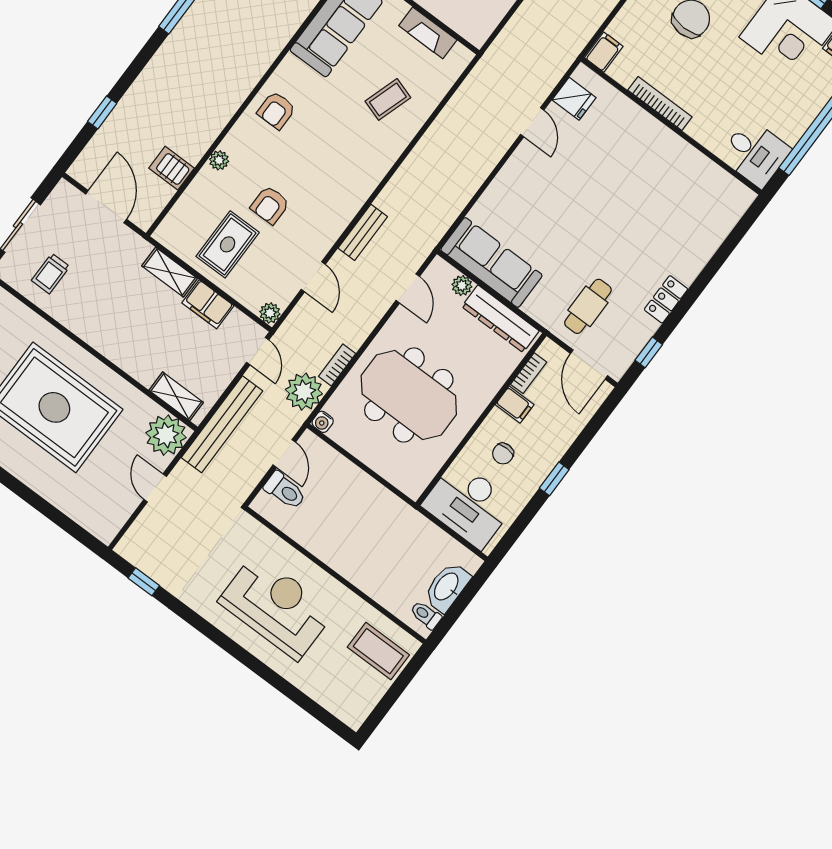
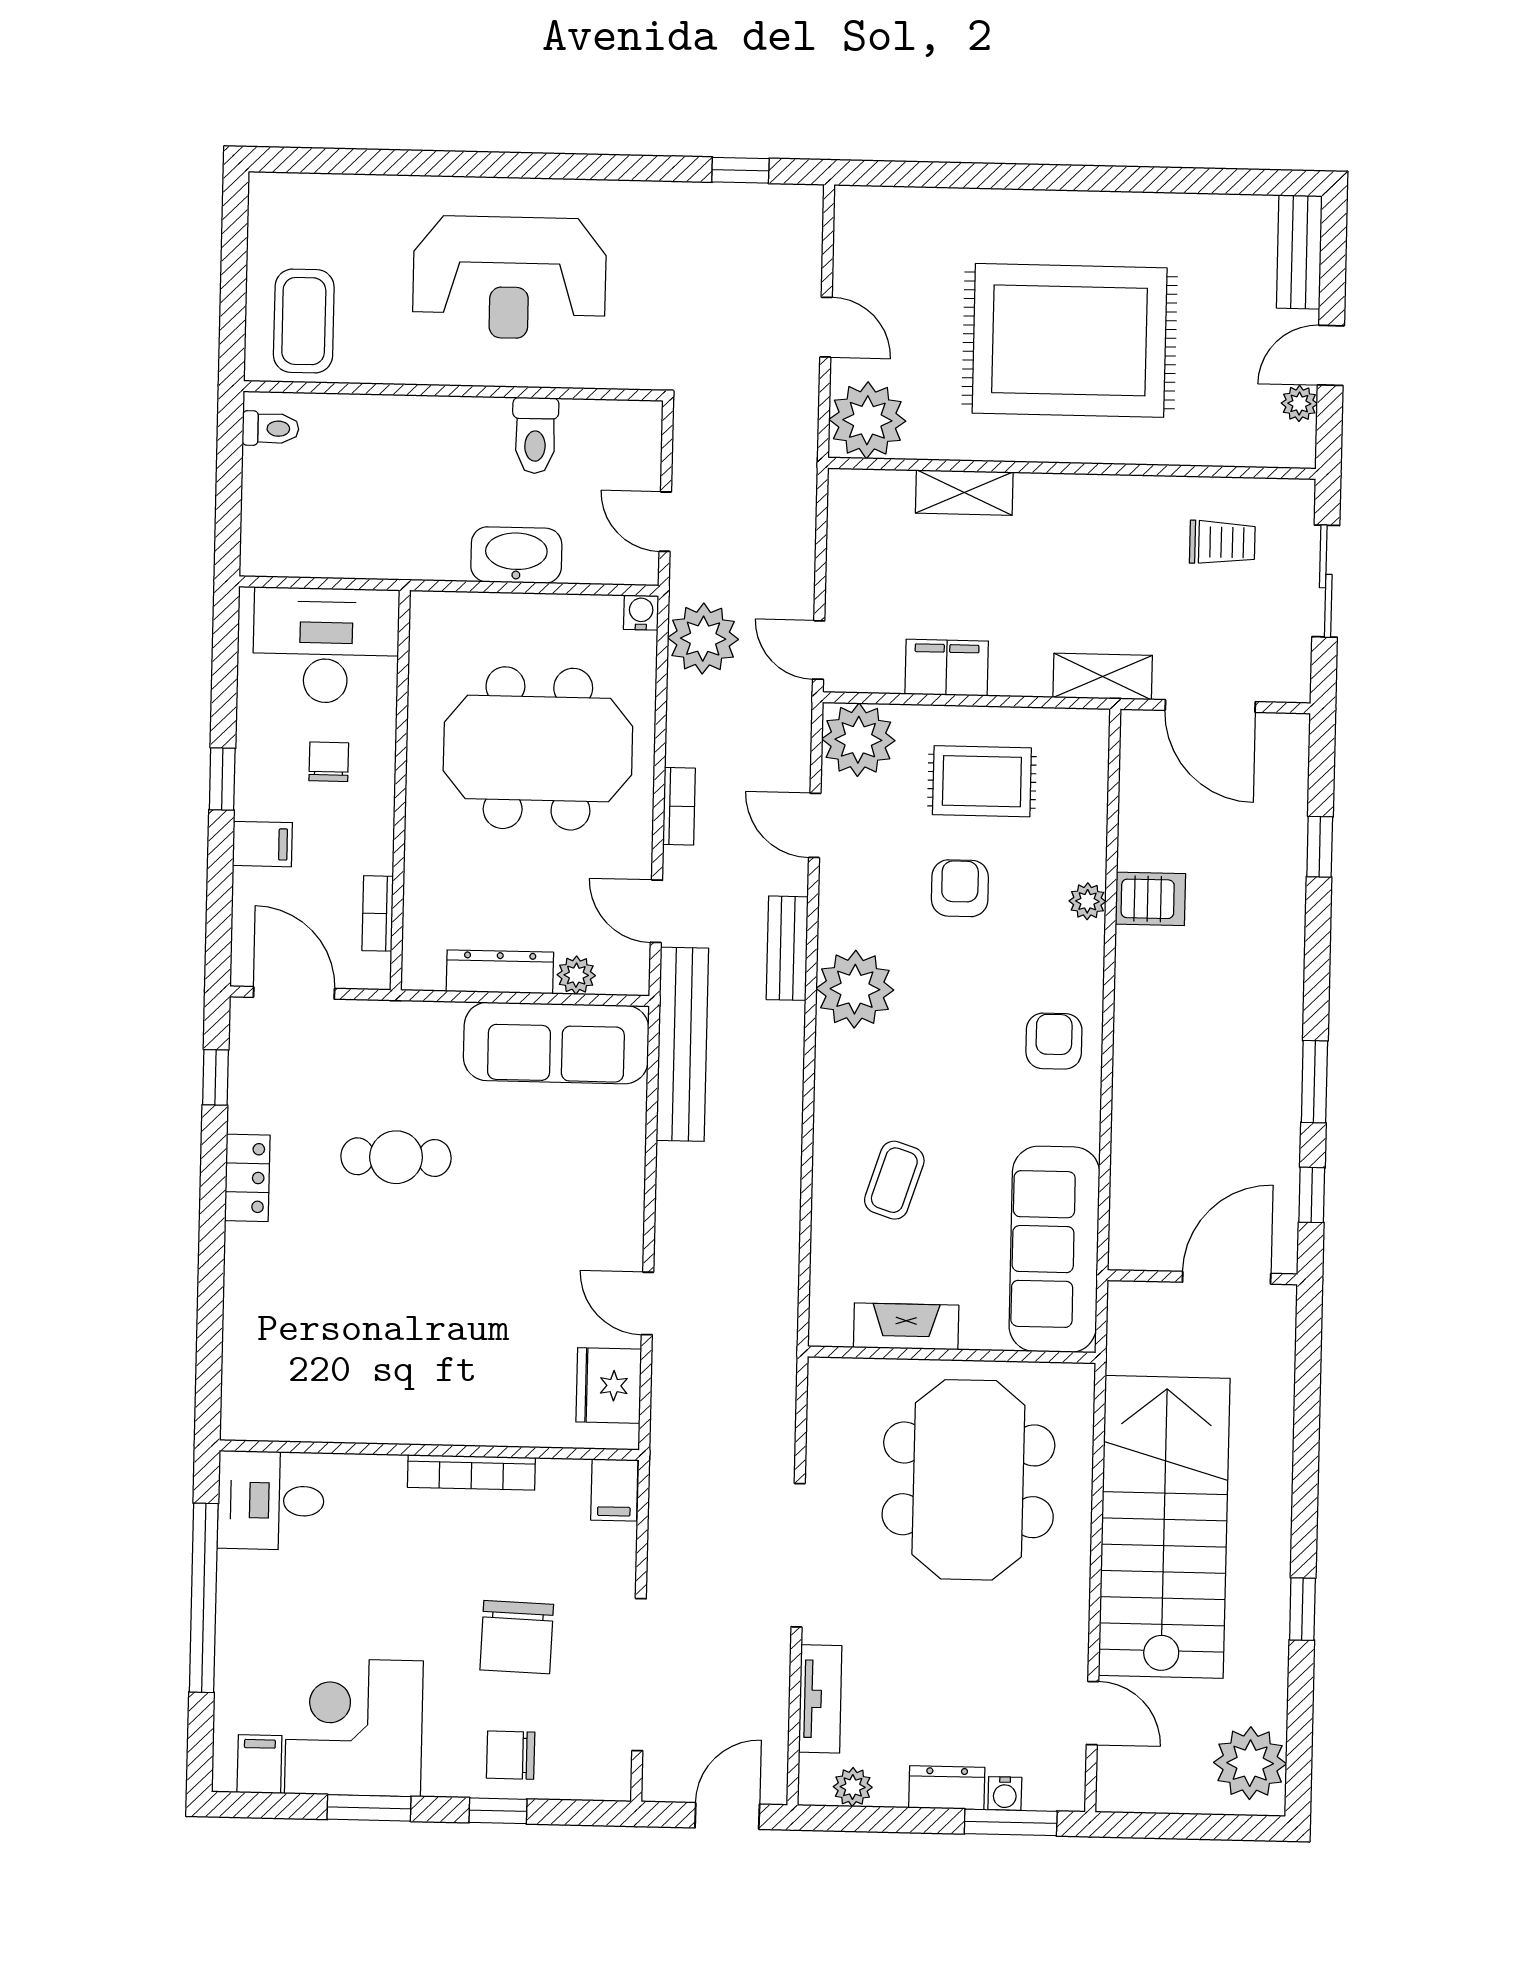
fridge: (574, 99) -> (609, 1386), width x1.38
server rack: (172, 168) -> (1150, 899), moved
plant: (346, 194) -> (855, 989), added
rug: (228, 244) -> (982, 781), turned 90
shelving: (170, 272) -> (1103, 676), moved
trolley: (51, 273) -> (1222, 542), turned 90
cafe table: (588, 306) -> (396, 1157), moved, turned 90
plant: (270, 313) -> (858, 740), width x1.87, depth x1.87
dresser: (500, 319) -> (500, 972), width x0.73, depth x0.80
bookcase: (337, 365) -> (679, 806), moved
shelving: (176, 396) -> (964, 493), moved
filing cabinet: (515, 405) -> (262, 844), moved, turned 180
bench: (222, 424) -> (682, 1044), moved
toilet: (285, 490) -> (535, 435), moved, turned -90
washbasin: (447, 587) -> (516, 555), moved, turned -90
coffee table: (378, 651) -> (304, 321), turned 90

